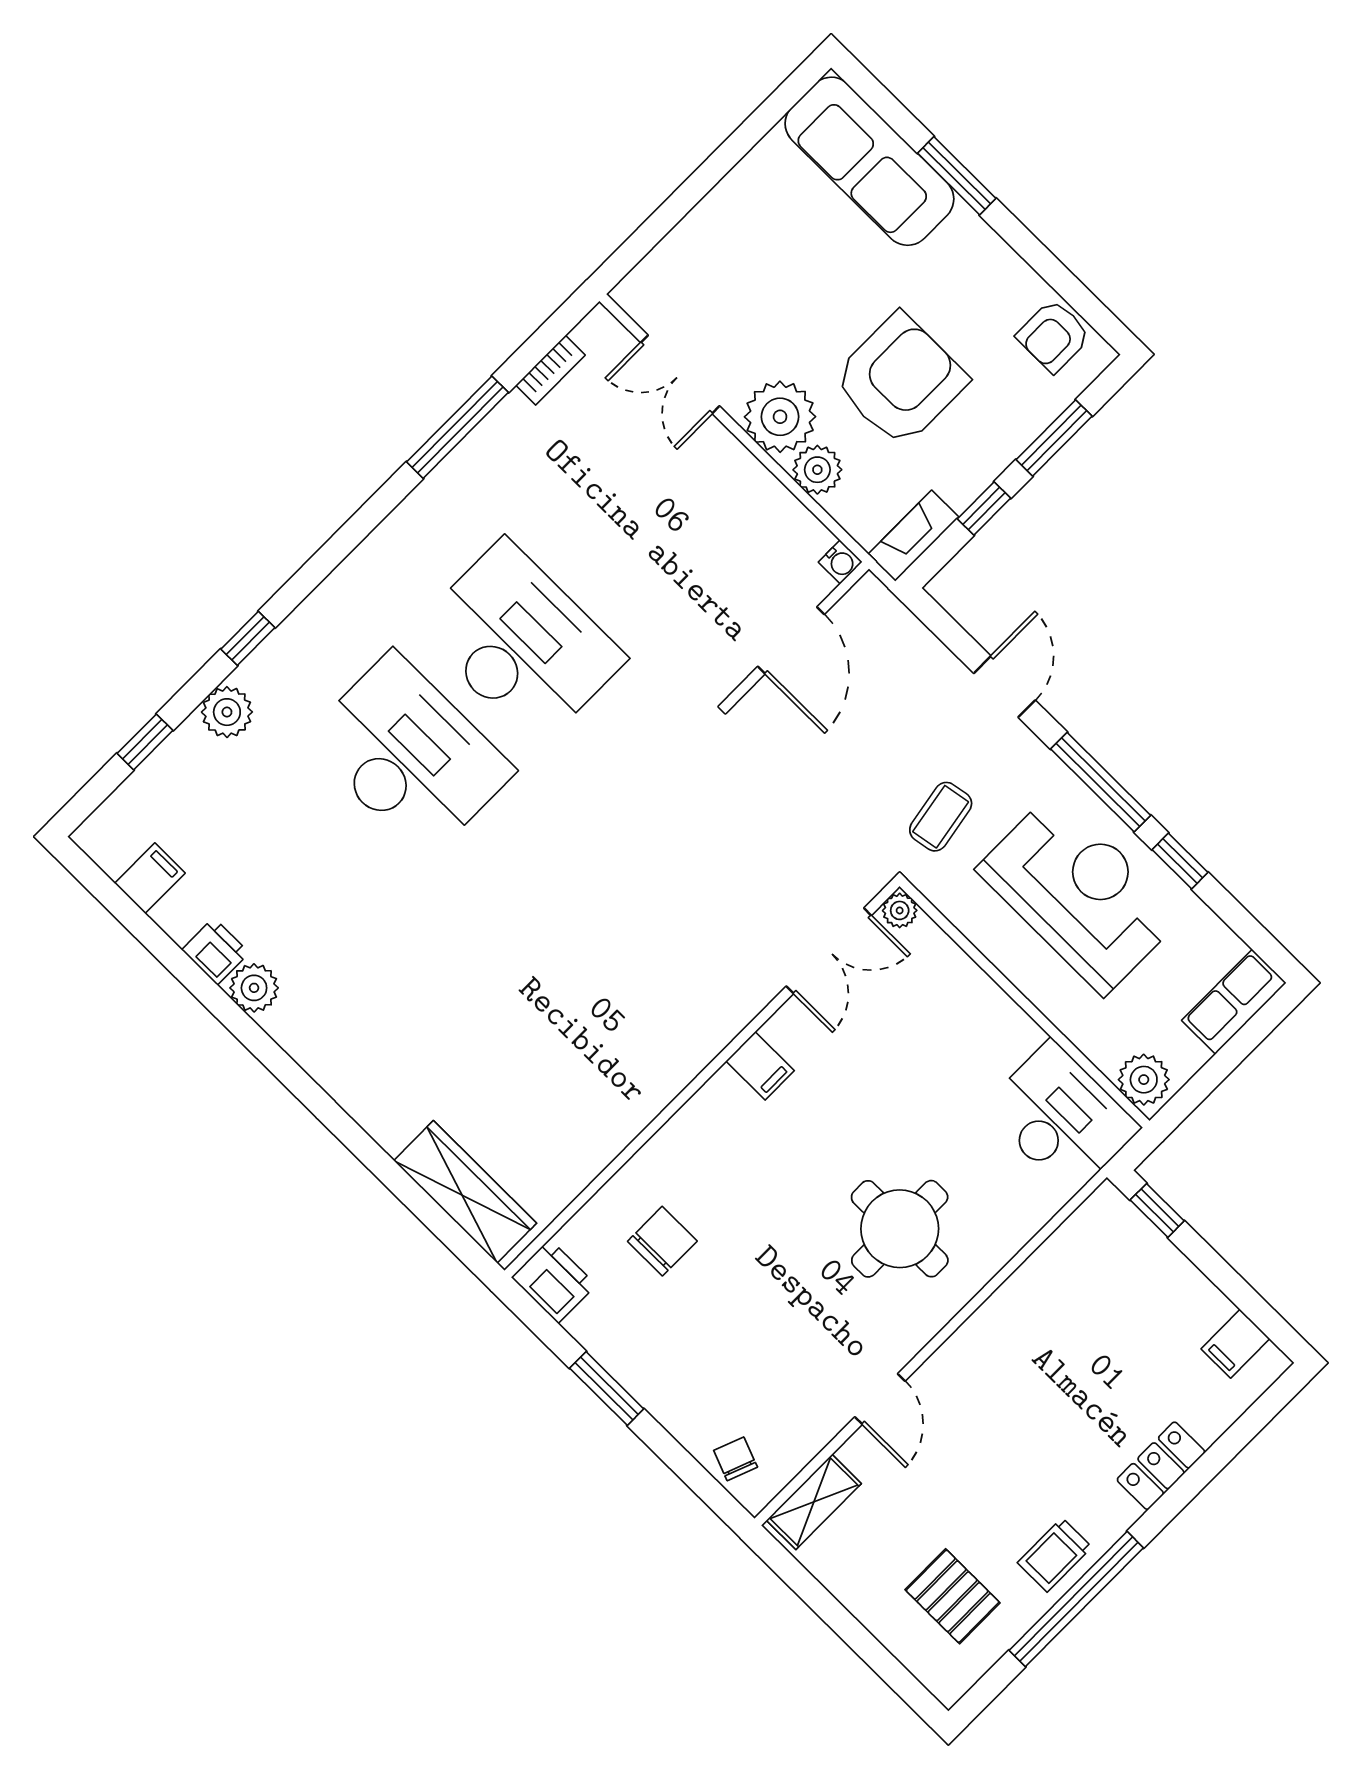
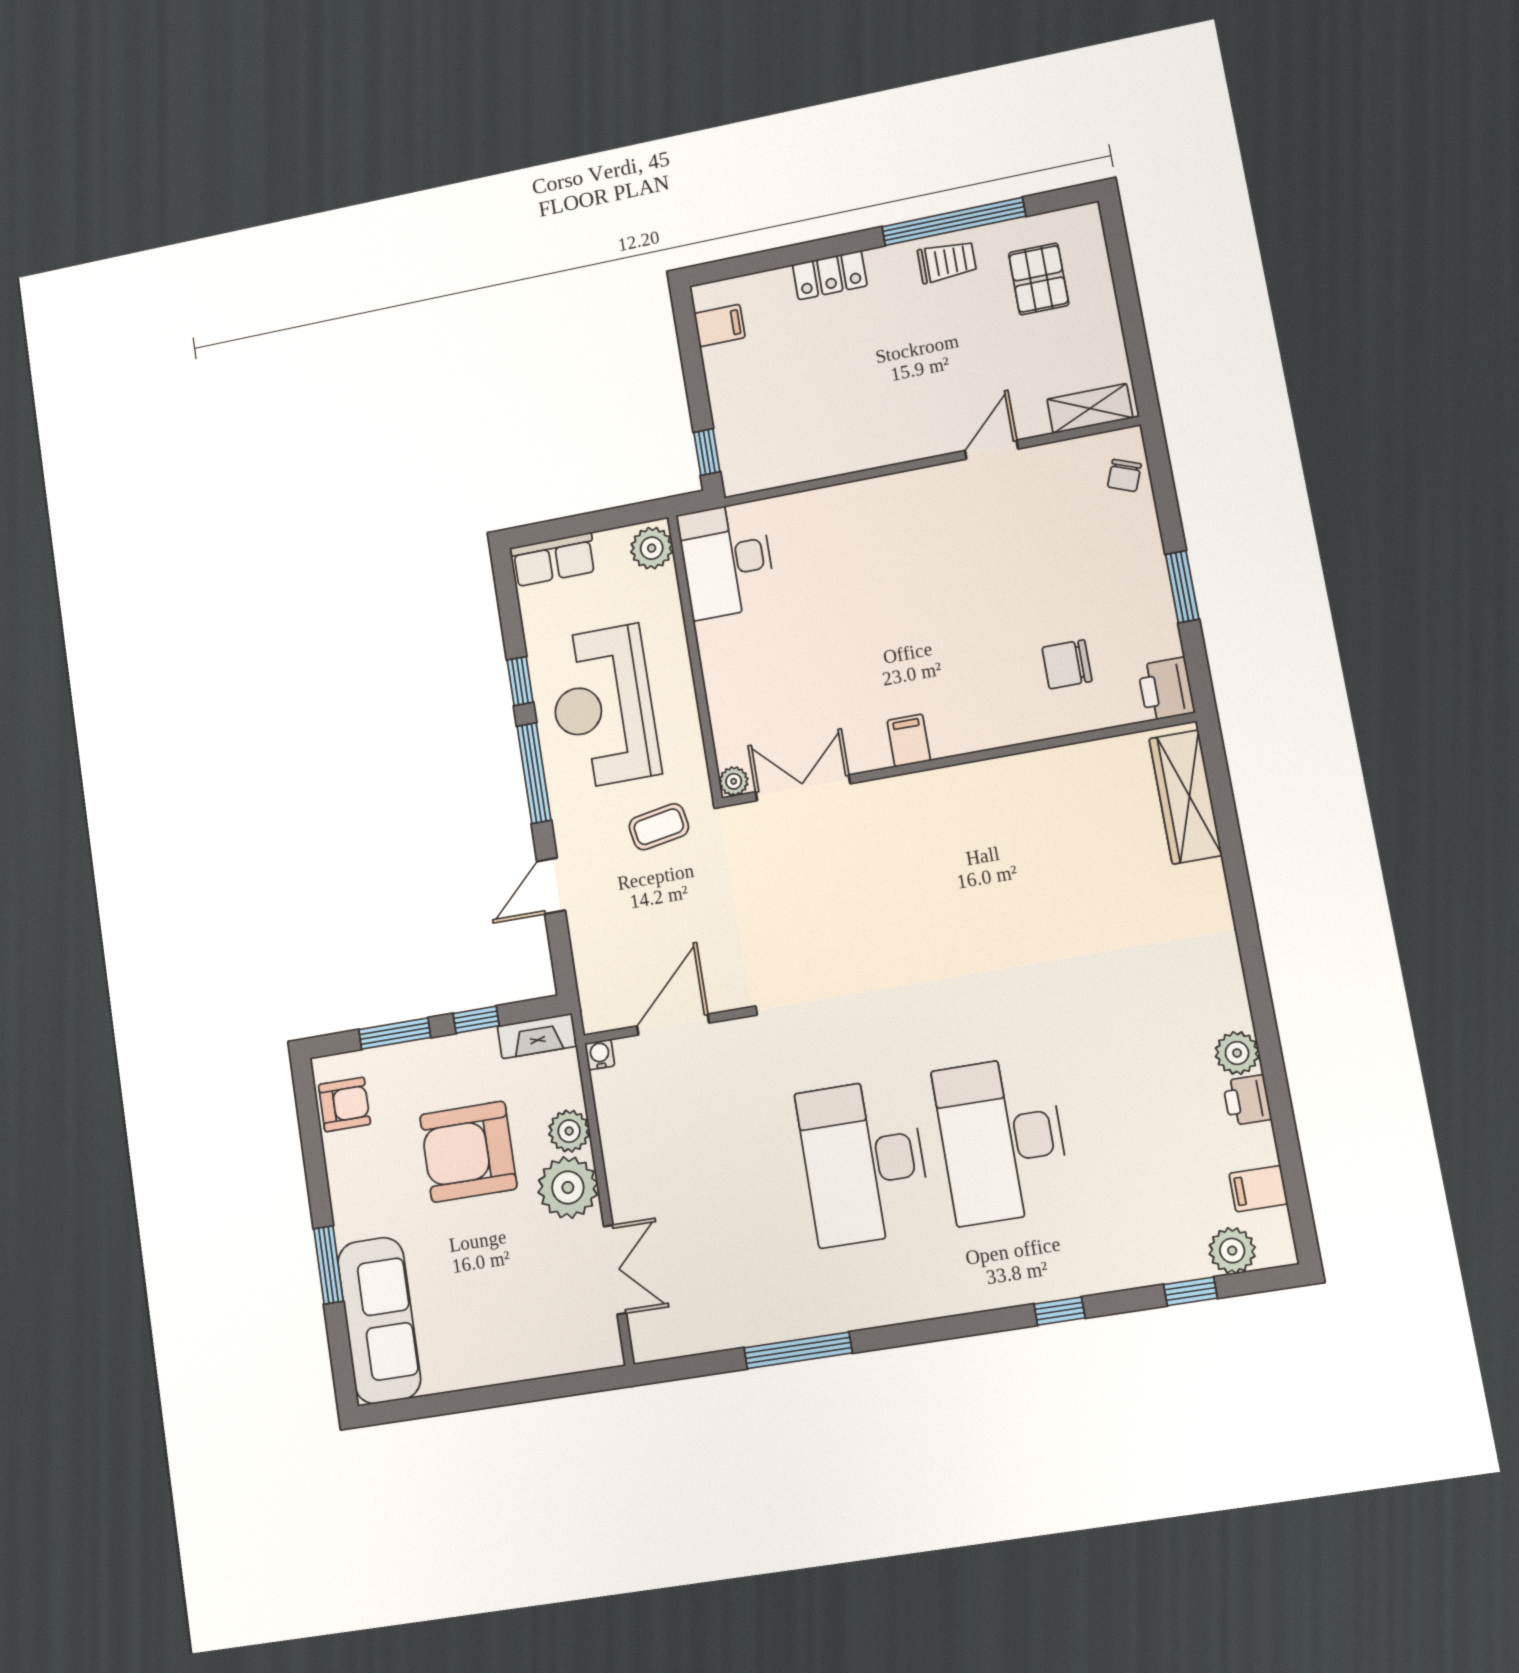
bookcase: (550, 370) -> (703, 1341), removed
plant: (227, 712) -> (1232, 1251), moved
round table: (900, 1229) -> (893, 559), removed

